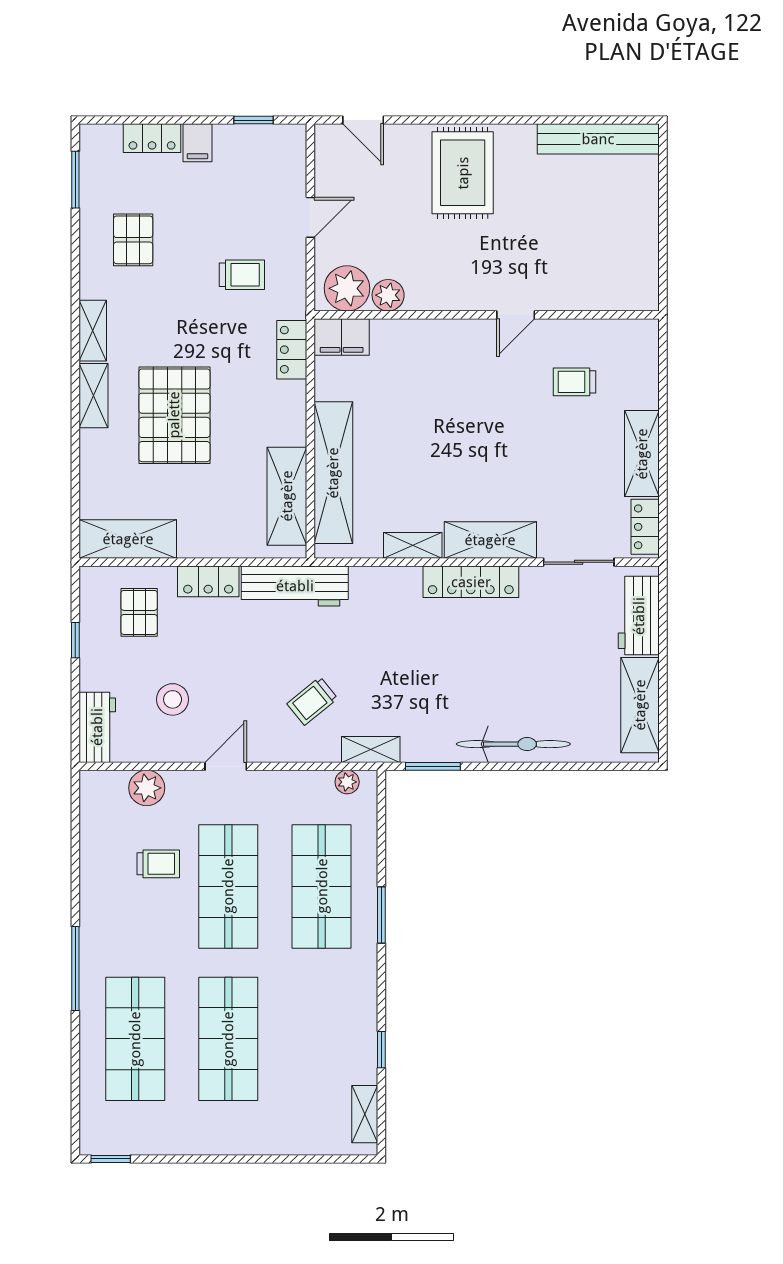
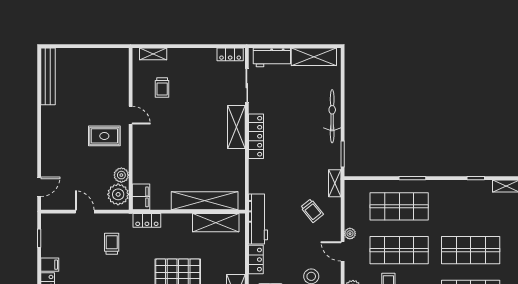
rug: (463, 173) -> (104, 136), moved, width x0.73, depth x0.70
shelving: (642, 454) -> (153, 54), moved, width x0.67, depth x0.75
shelving: (413, 545) -> (239, 163), removed
plant: (347, 782) -> (350, 234), moved

